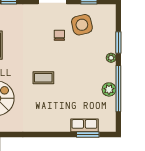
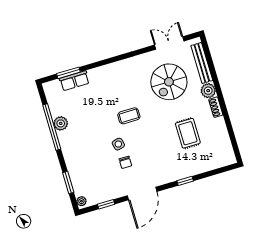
side table: (82, 25) -> (118, 144), moved, width x0.54, depth x0.54
window: (118, 42) -> (68, 182), moved
plant: (111, 58) -> (81, 201), moved

